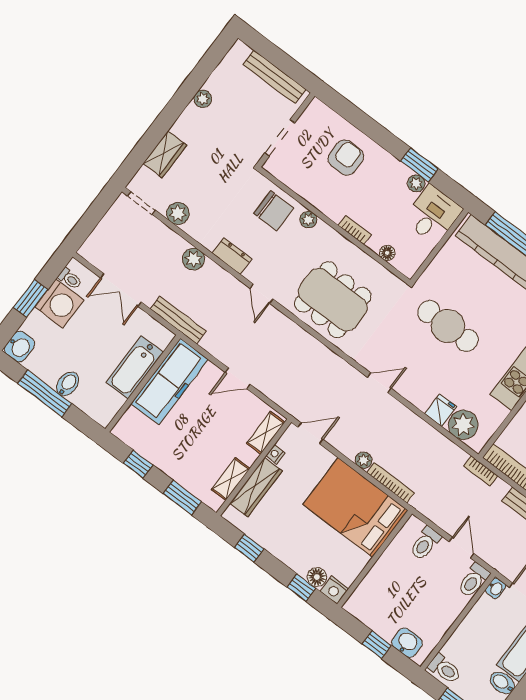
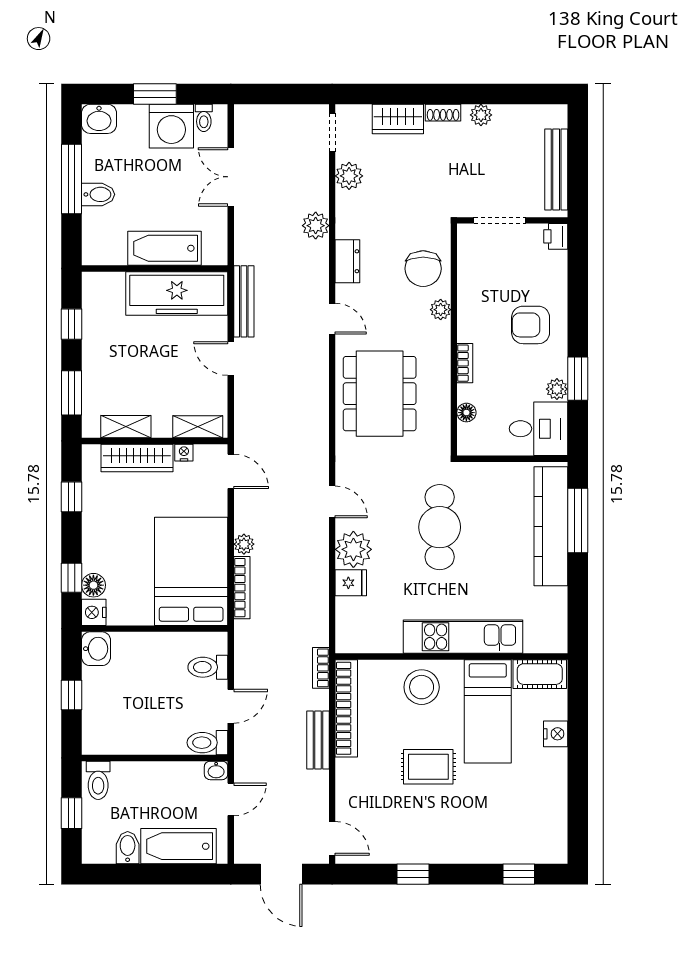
printer: (317, 110) -> (556, 236), added
shoe rack: (183, 122) -> (443, 113), added
armchair: (346, 158) -> (531, 325), moved, turned 180
door: (261, 294) -> (332, 319), swing flipped
bench: (178, 320) -> (244, 301), moved
plant: (463, 425) -> (353, 549), moved
washbasin: (407, 643) -> (96, 649), moved

